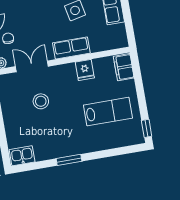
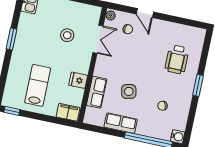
row of seats: (71, 48) -> (97, 92), moved
lab bench: (108, 112) -> (38, 85), turned 180

